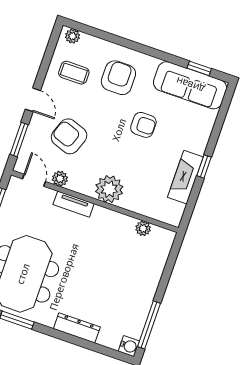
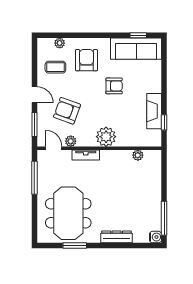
plant: (73, 36) -> (60, 43), moved
window: (204, 166) -> (164, 122), moved

